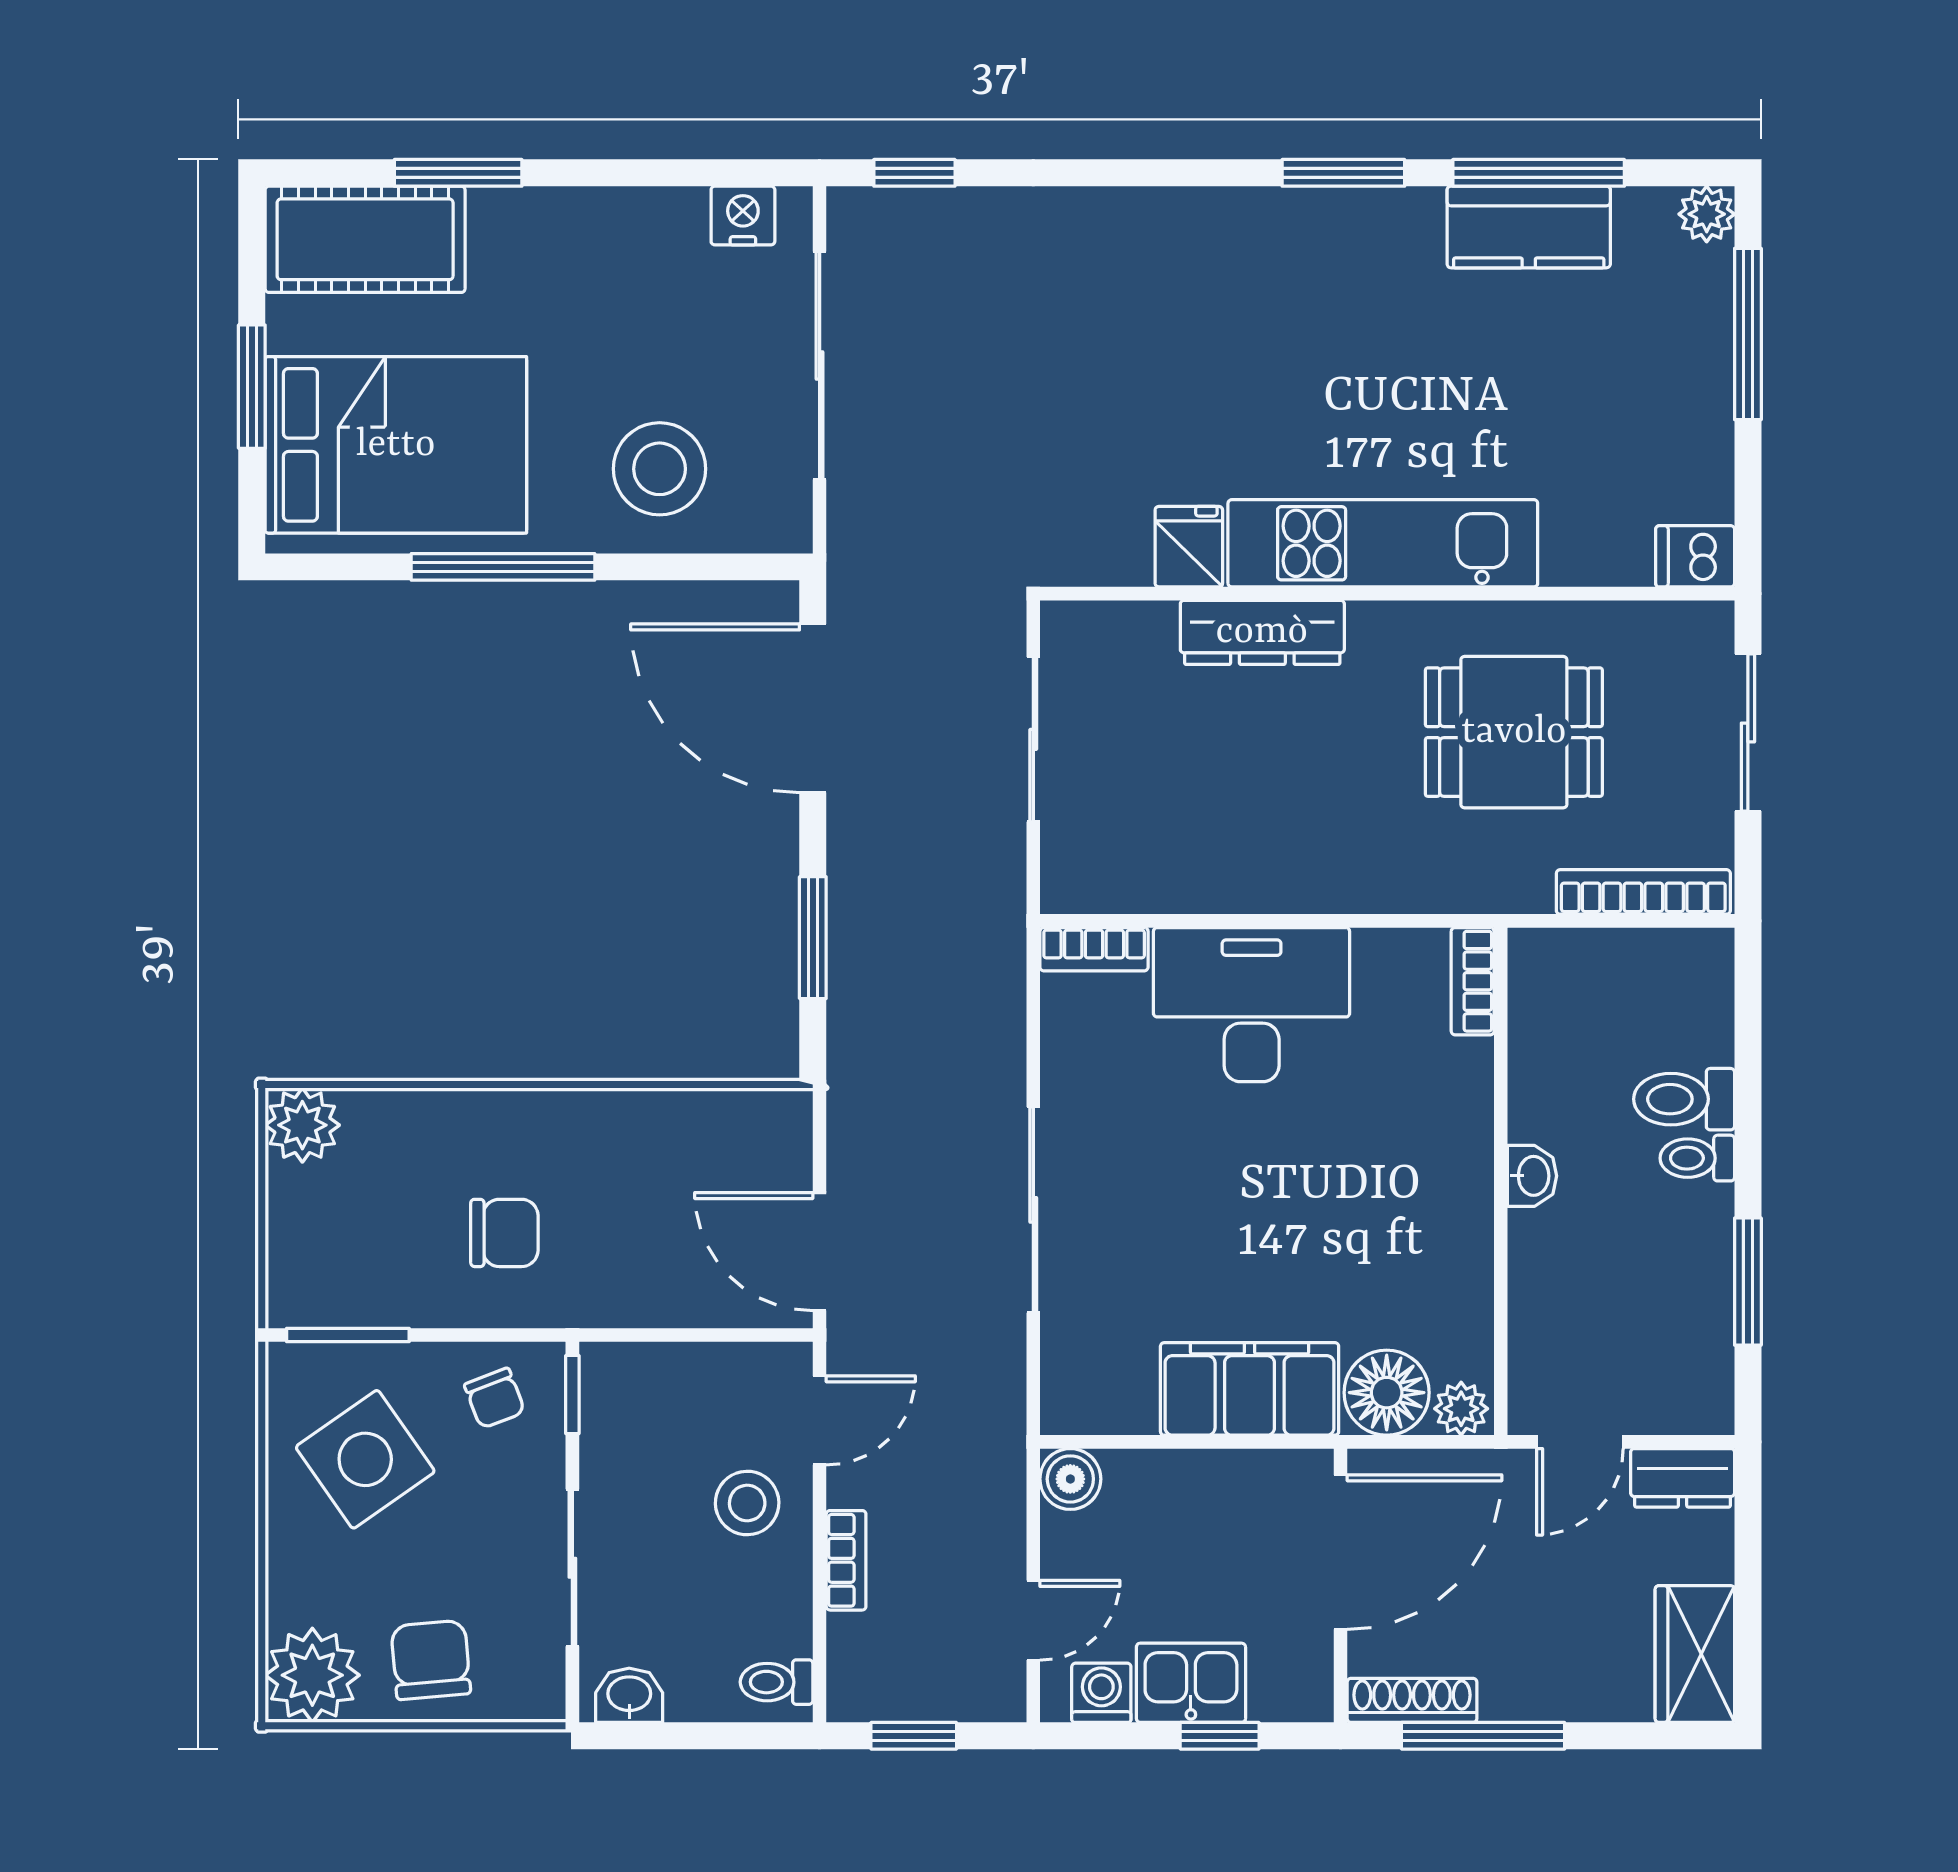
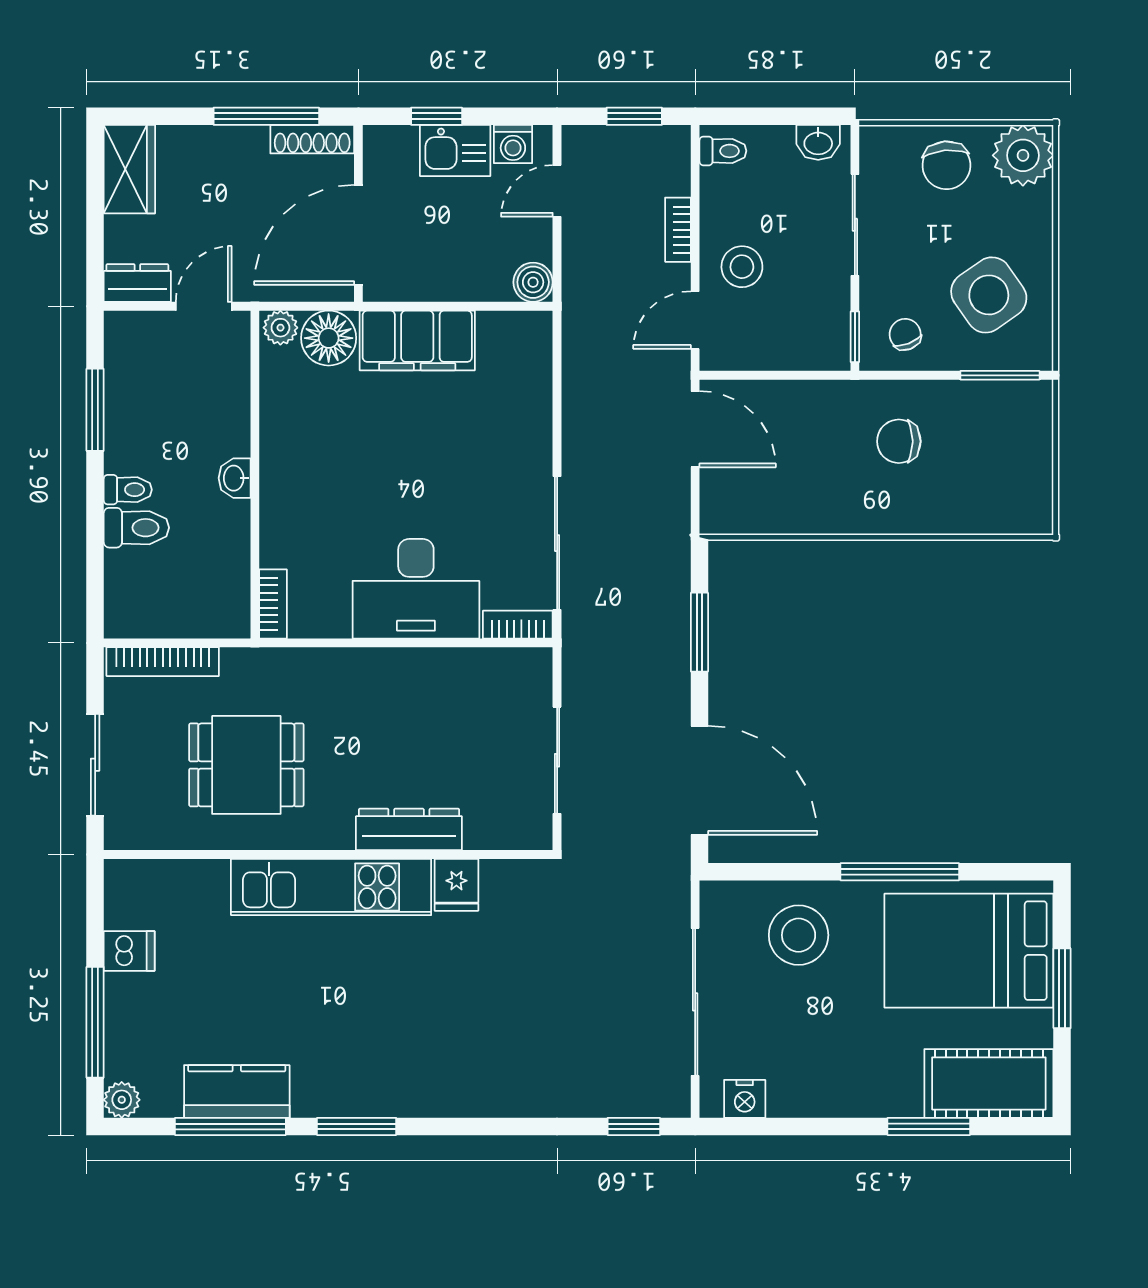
dishwasher: (1695, 556) -> (129, 951), moved
plant: (302, 1125) -> (1029, 511), removed
sliding door: (1033, 1210) -> (557, 543), moved

